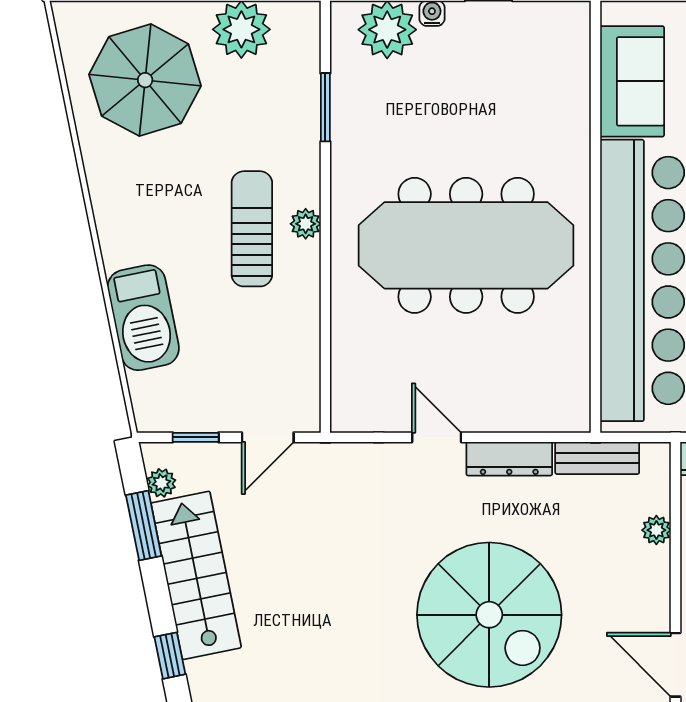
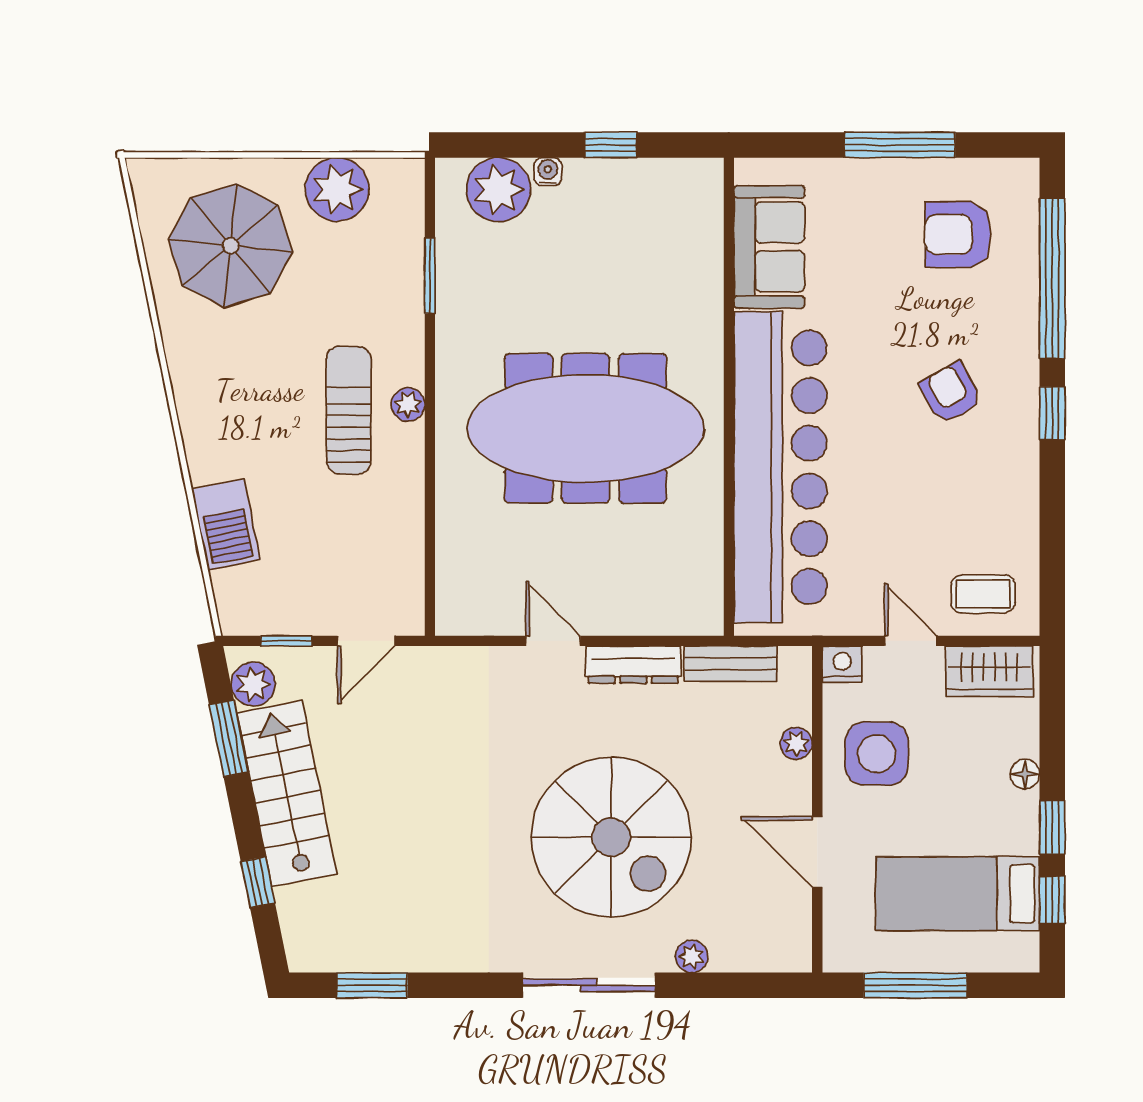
barbecue: (143, 318) -> (226, 524), width x0.73, depth x0.83
plant: (161, 483) -> (253, 684), width x1.38, depth x1.38
door: (675, 665) -> (817, 852), moved

